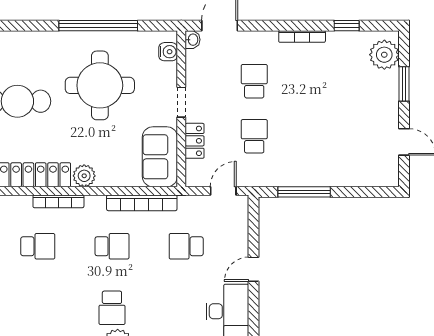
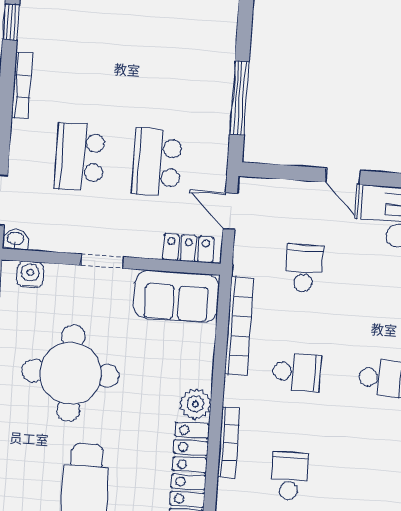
school desk: (254, 81) -> (80, 157), width x1.85
school desk: (254, 136) -> (157, 162), width x1.85
locker: (195, 141) -> (188, 248), moved
school desk: (112, 246) -> (297, 372), turned 90
school desk: (186, 246) -> (304, 268), turned 180

